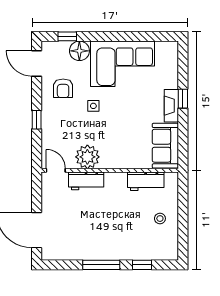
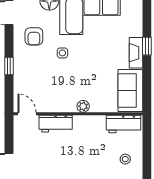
plant: (87, 157) -> (83, 106), moved, width x0.53, depth x0.53
workbench: (146, 181) -> (123, 124), moved

